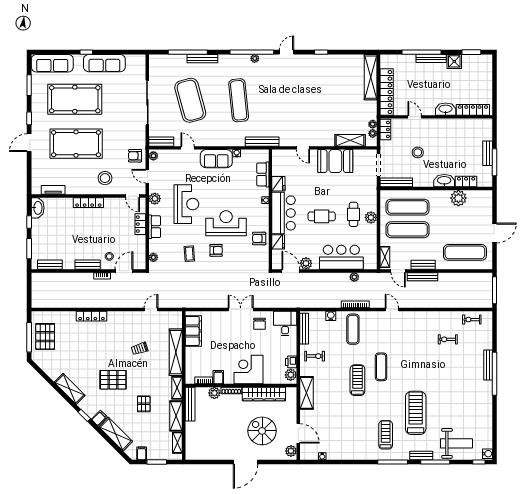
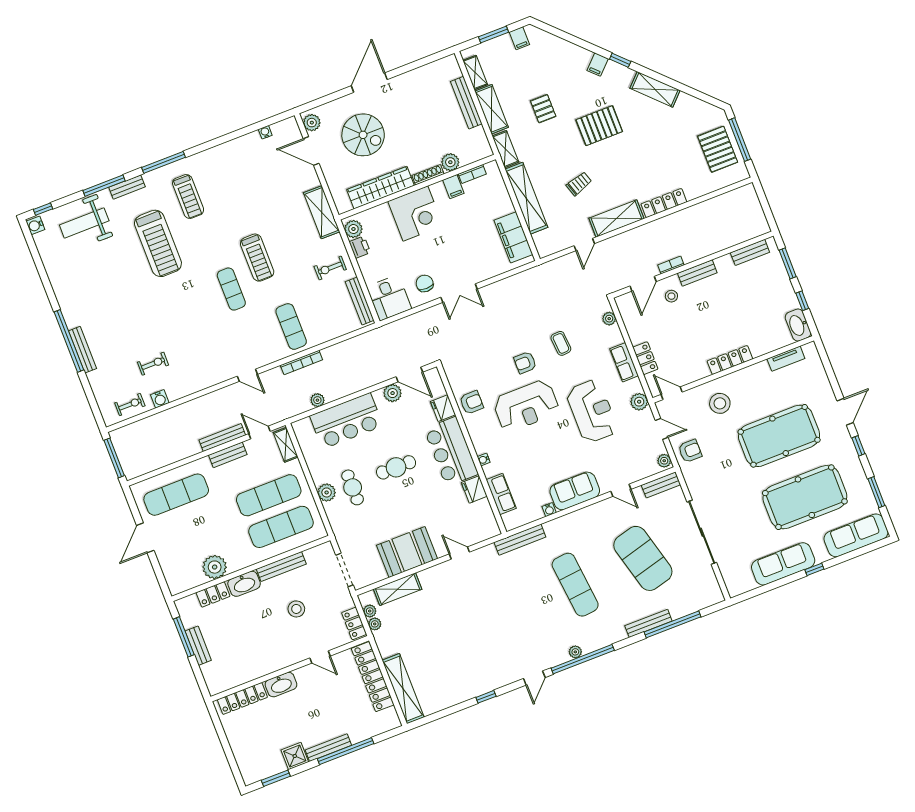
bench: (396, 182) -> (281, 567), moved
reception desk: (186, 204) -> (592, 411), turned 180
water cooler: (331, 316) -> (160, 399), moved
bench: (190, 404) -> (466, 103), moved
shelving: (116, 434) -> (616, 218), moved, turned -45

